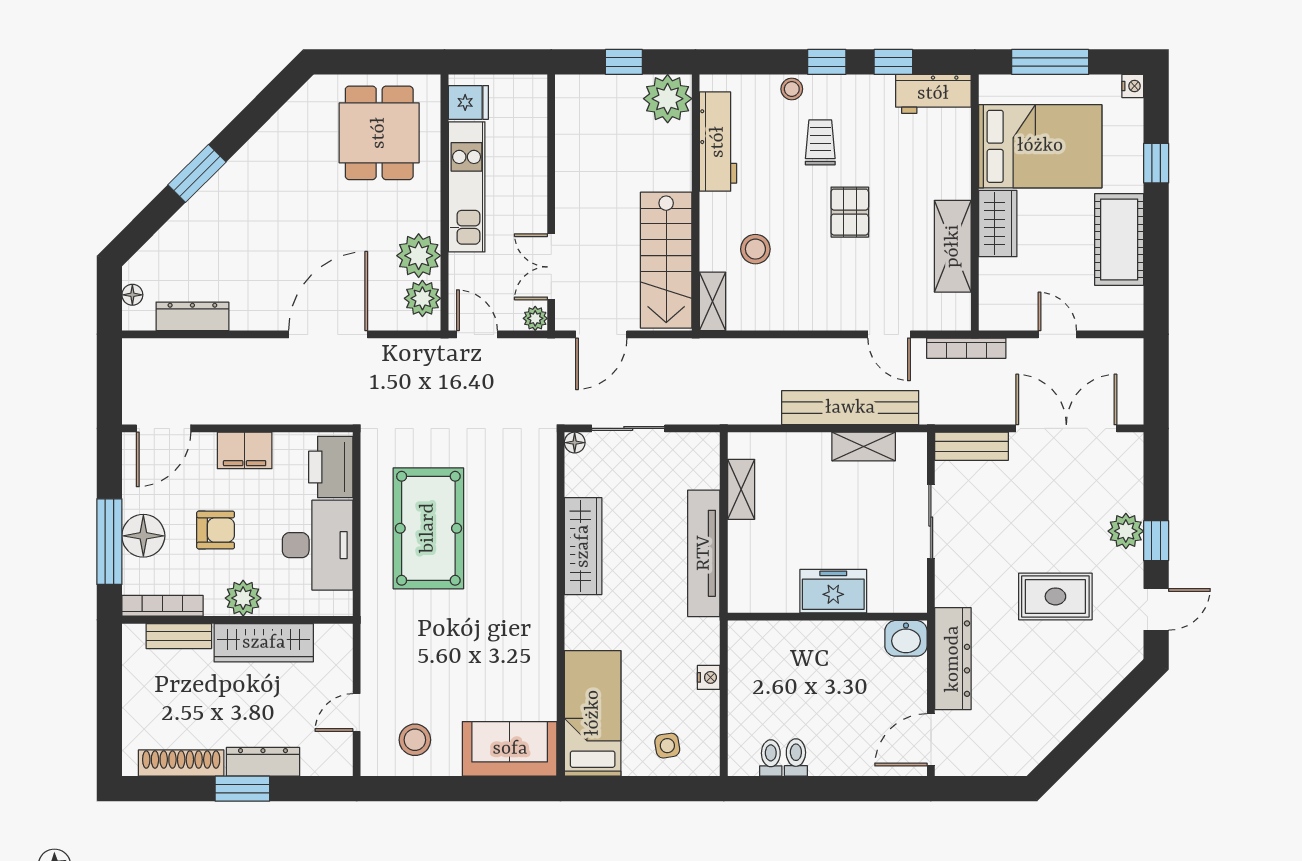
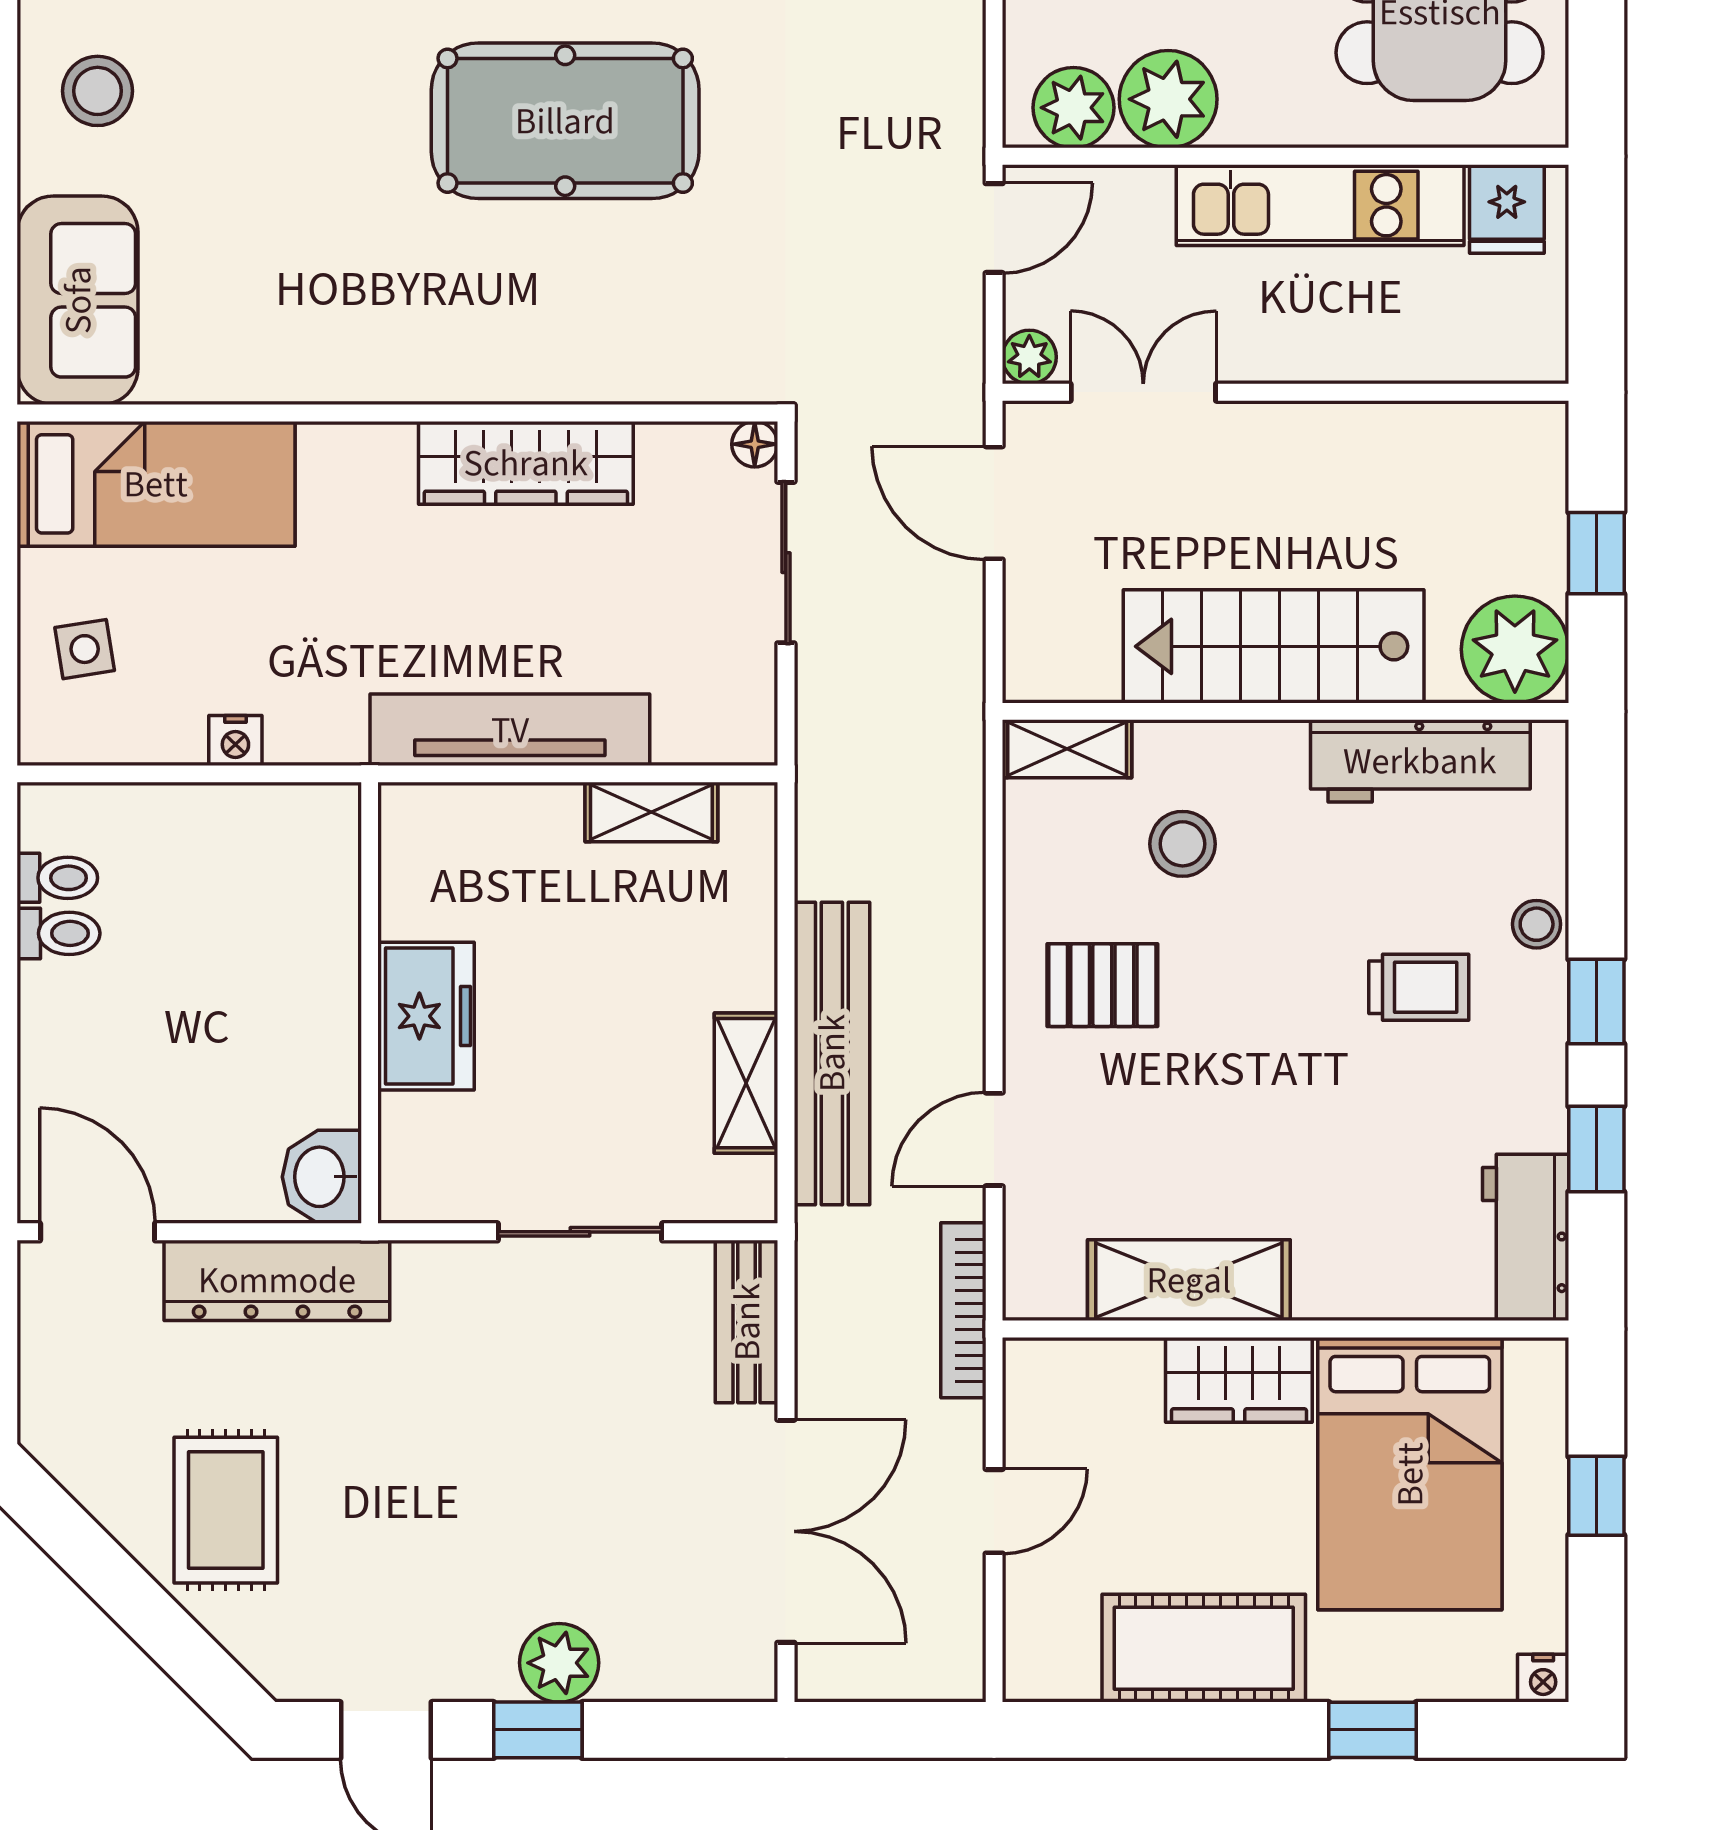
window: (1050, 62) -> (1596, 1496), width x0.46
pallet: (850, 212) -> (1102, 985), moved
stairs: (666, 260) -> (1274, 646), moved
rug: (1055, 596) -> (226, 1510), moved

